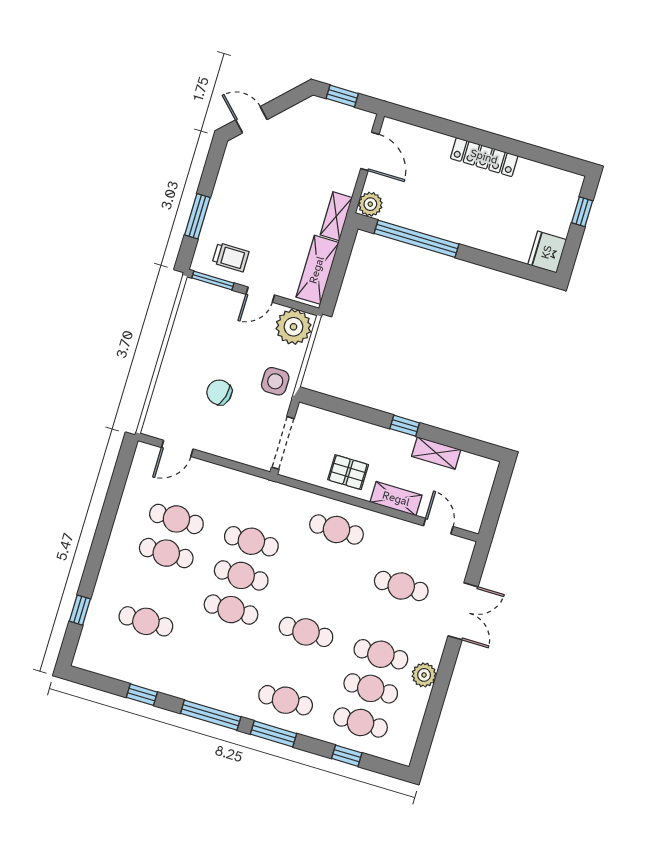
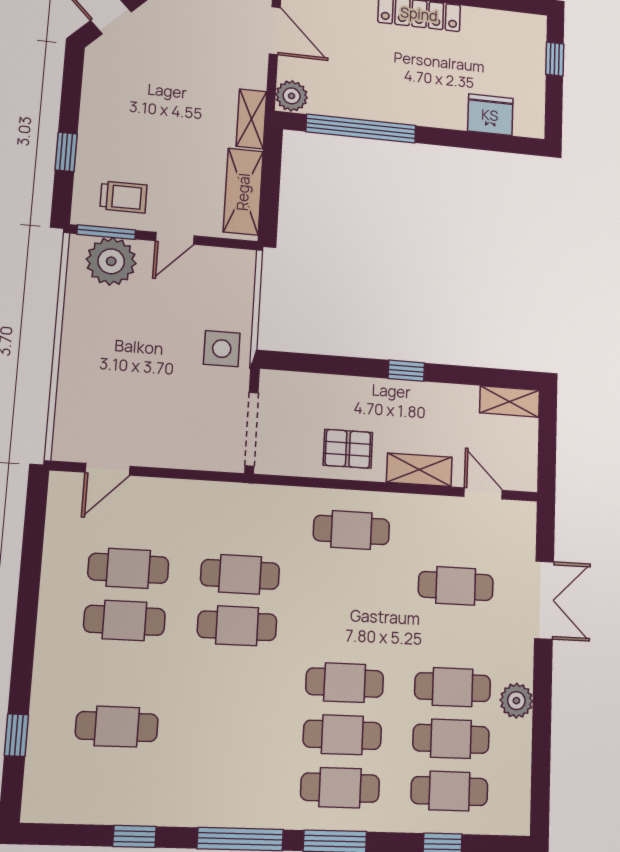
window: (197, 216) -> (66, 152), width x0.67
fridge: (547, 252) -> (490, 115), moved, turned 90
plant: (293, 327) -> (111, 261), moved
chair: (219, 392) -> (149, 380), removed
shelving: (436, 453) -> (510, 401), moved
cafe table: (231, 610) -> (342, 735), moved

